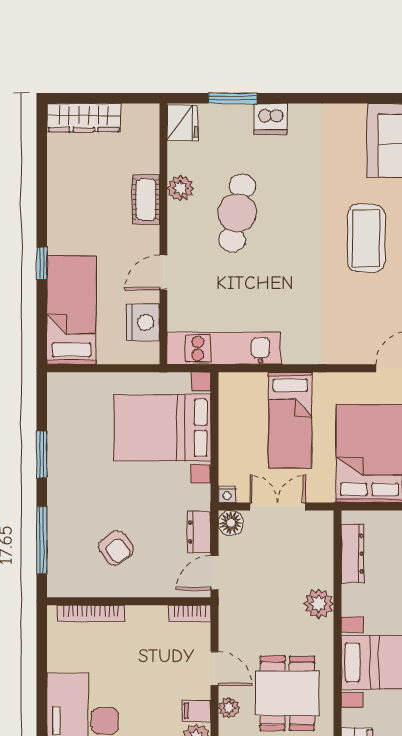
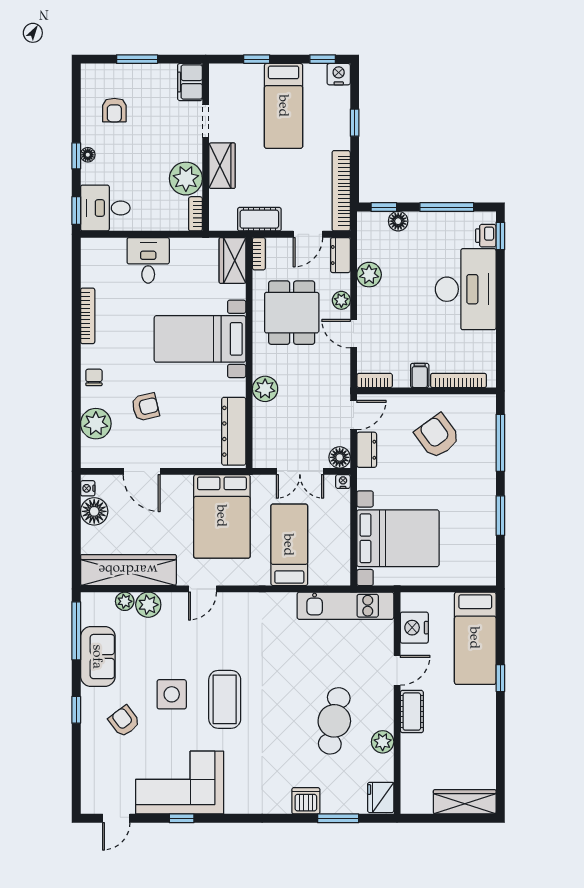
cot: (146, 199) -> (412, 712), moved
armchair: (116, 548) -> (437, 436), width x1.38, depth x1.38
dresser: (353, 554) -> (234, 431), width x1.37, depth x1.24
filing cabinet: (196, 711) -> (420, 375), moved, turned -90

